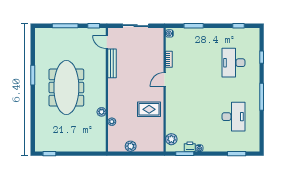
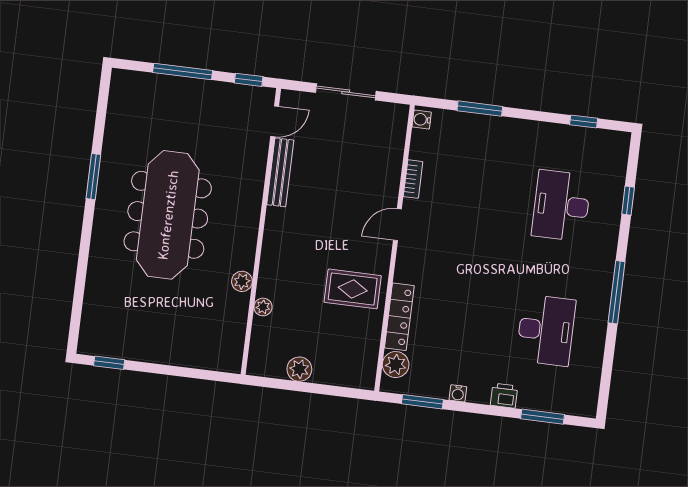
door: (107, 42) -> (275, 121), swing flipped
locker: (170, 119) -> (399, 317), added
printer: (190, 147) -> (504, 396), moved

